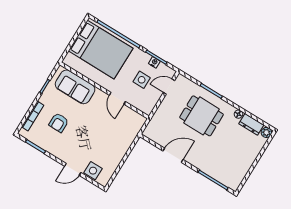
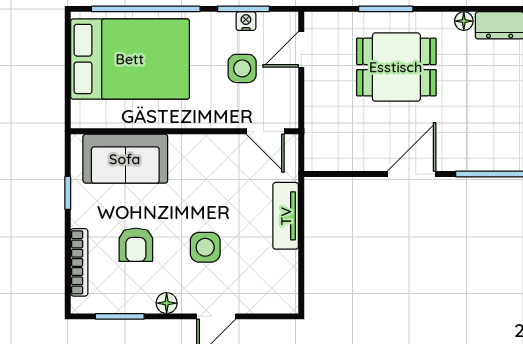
door: (117, 98) -> (265, 131), moved
tv unit: (123, 147) -> (286, 216), added
floor lamp: (57, 152) -> (167, 303), added
door: (173, 155) -> (412, 174), moved
side table: (93, 171) -> (205, 247), moved

